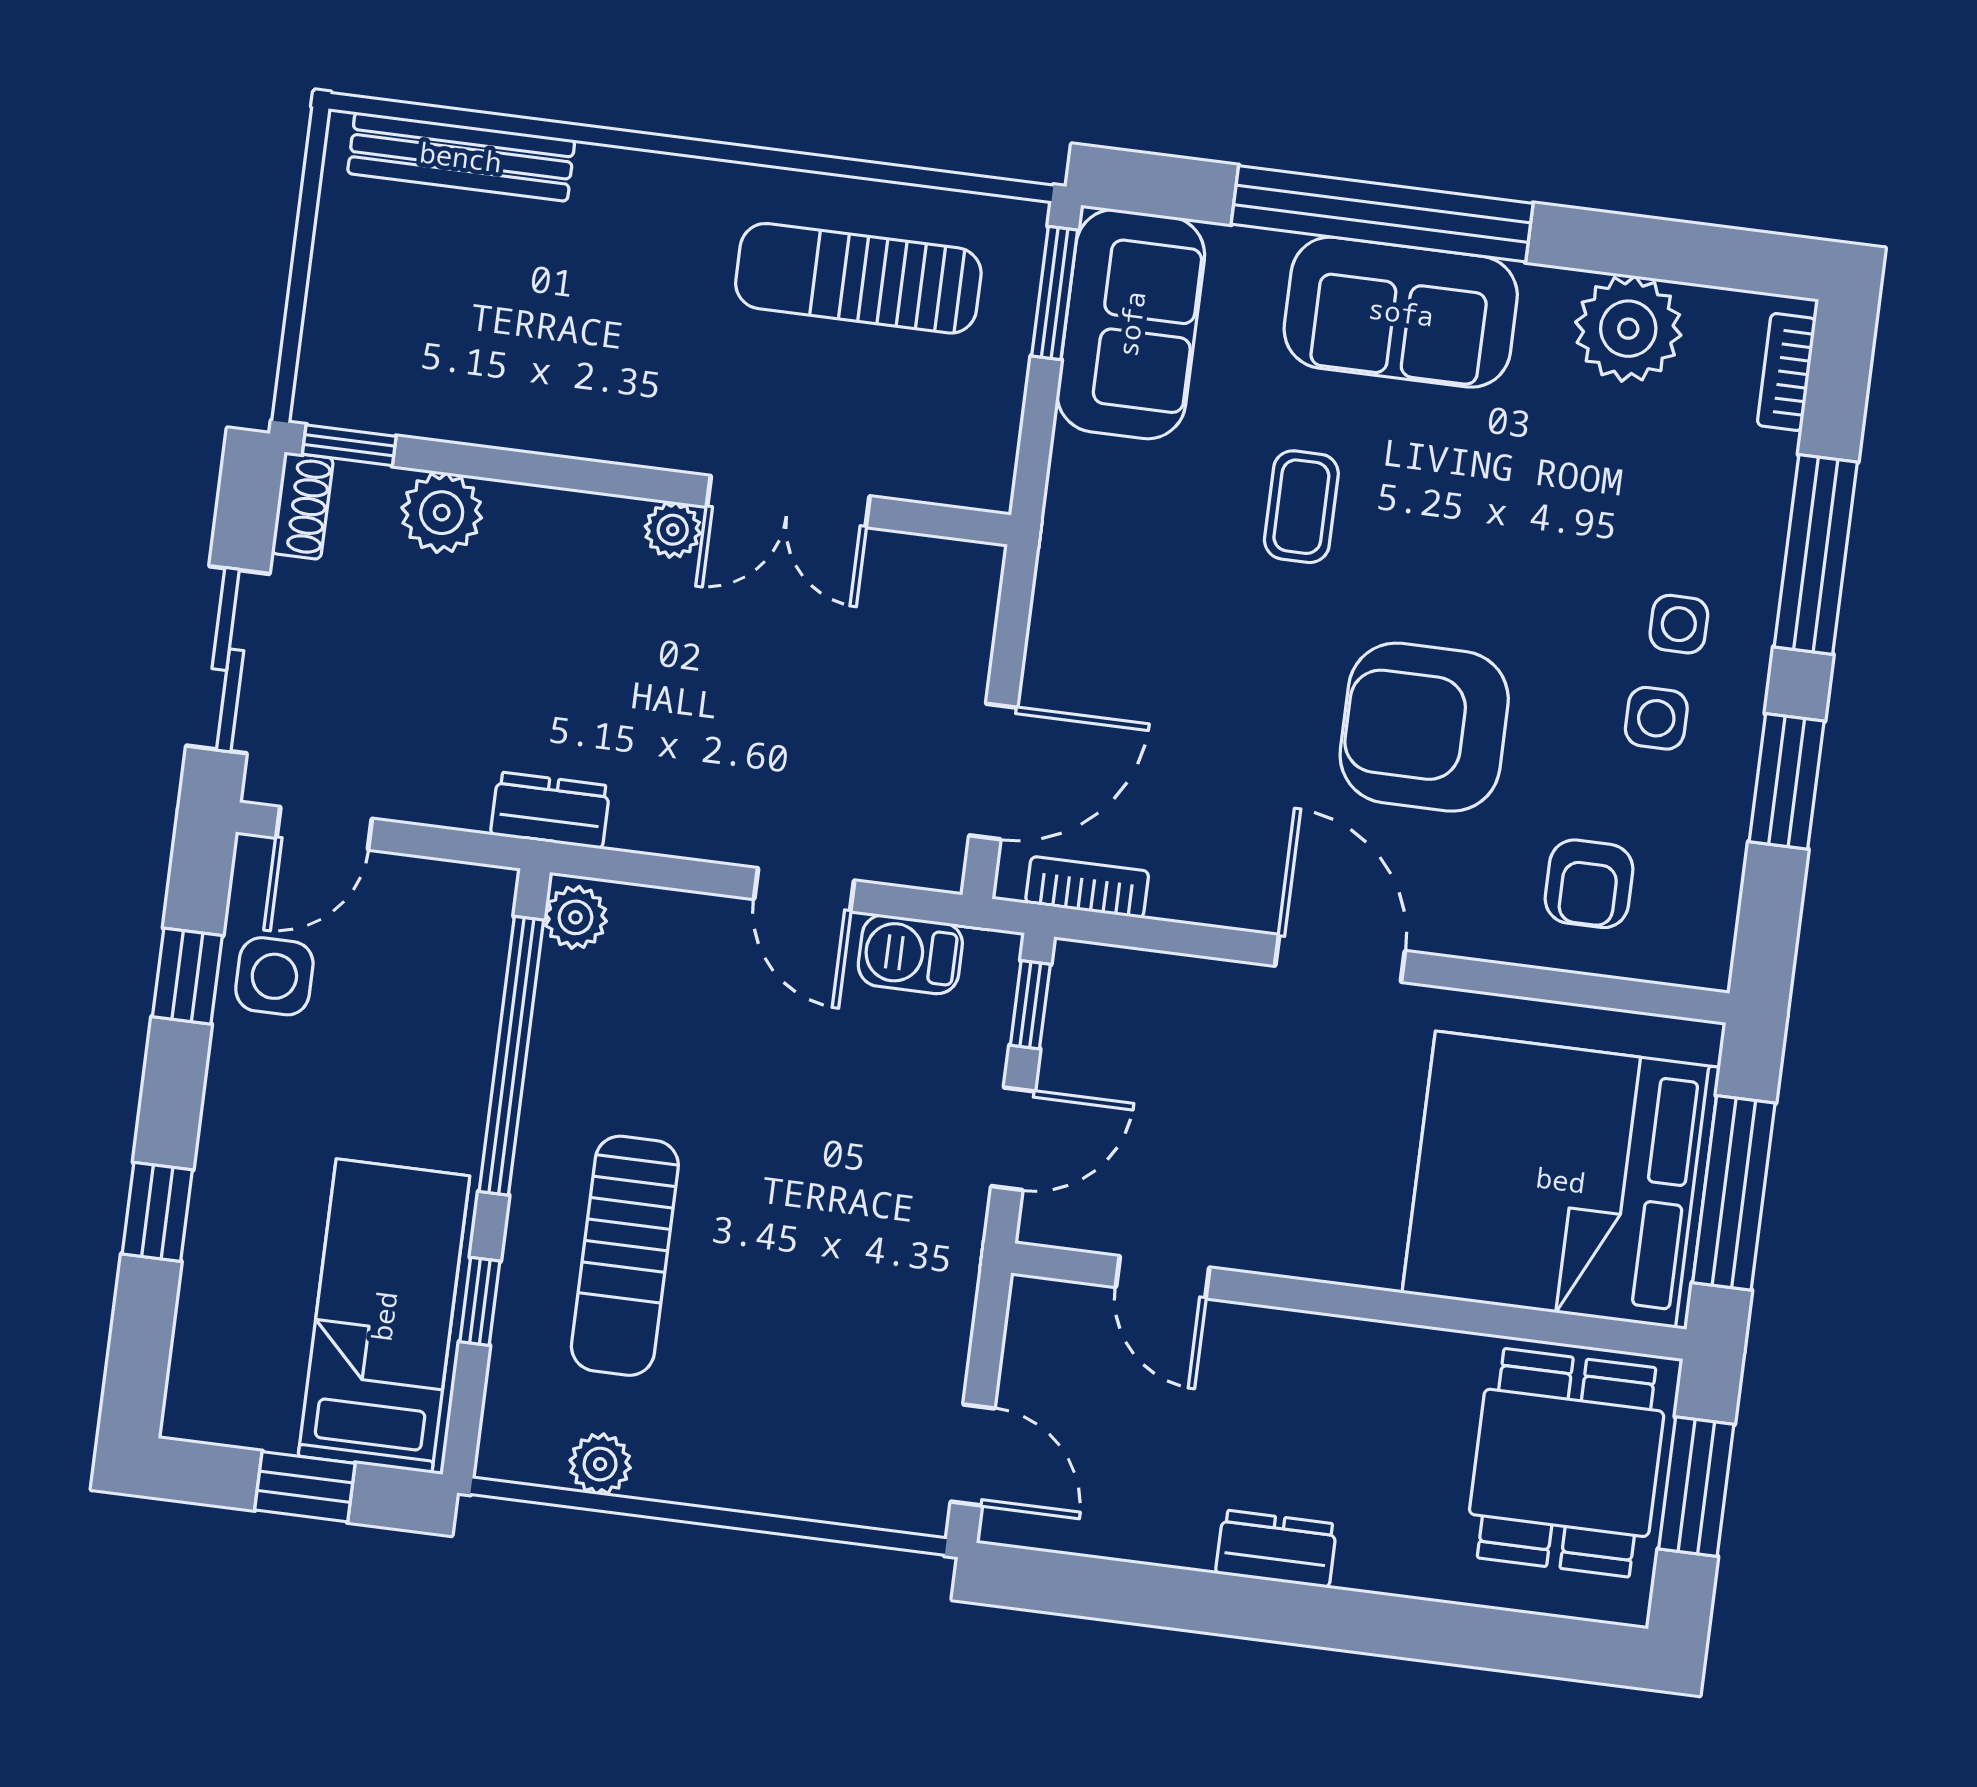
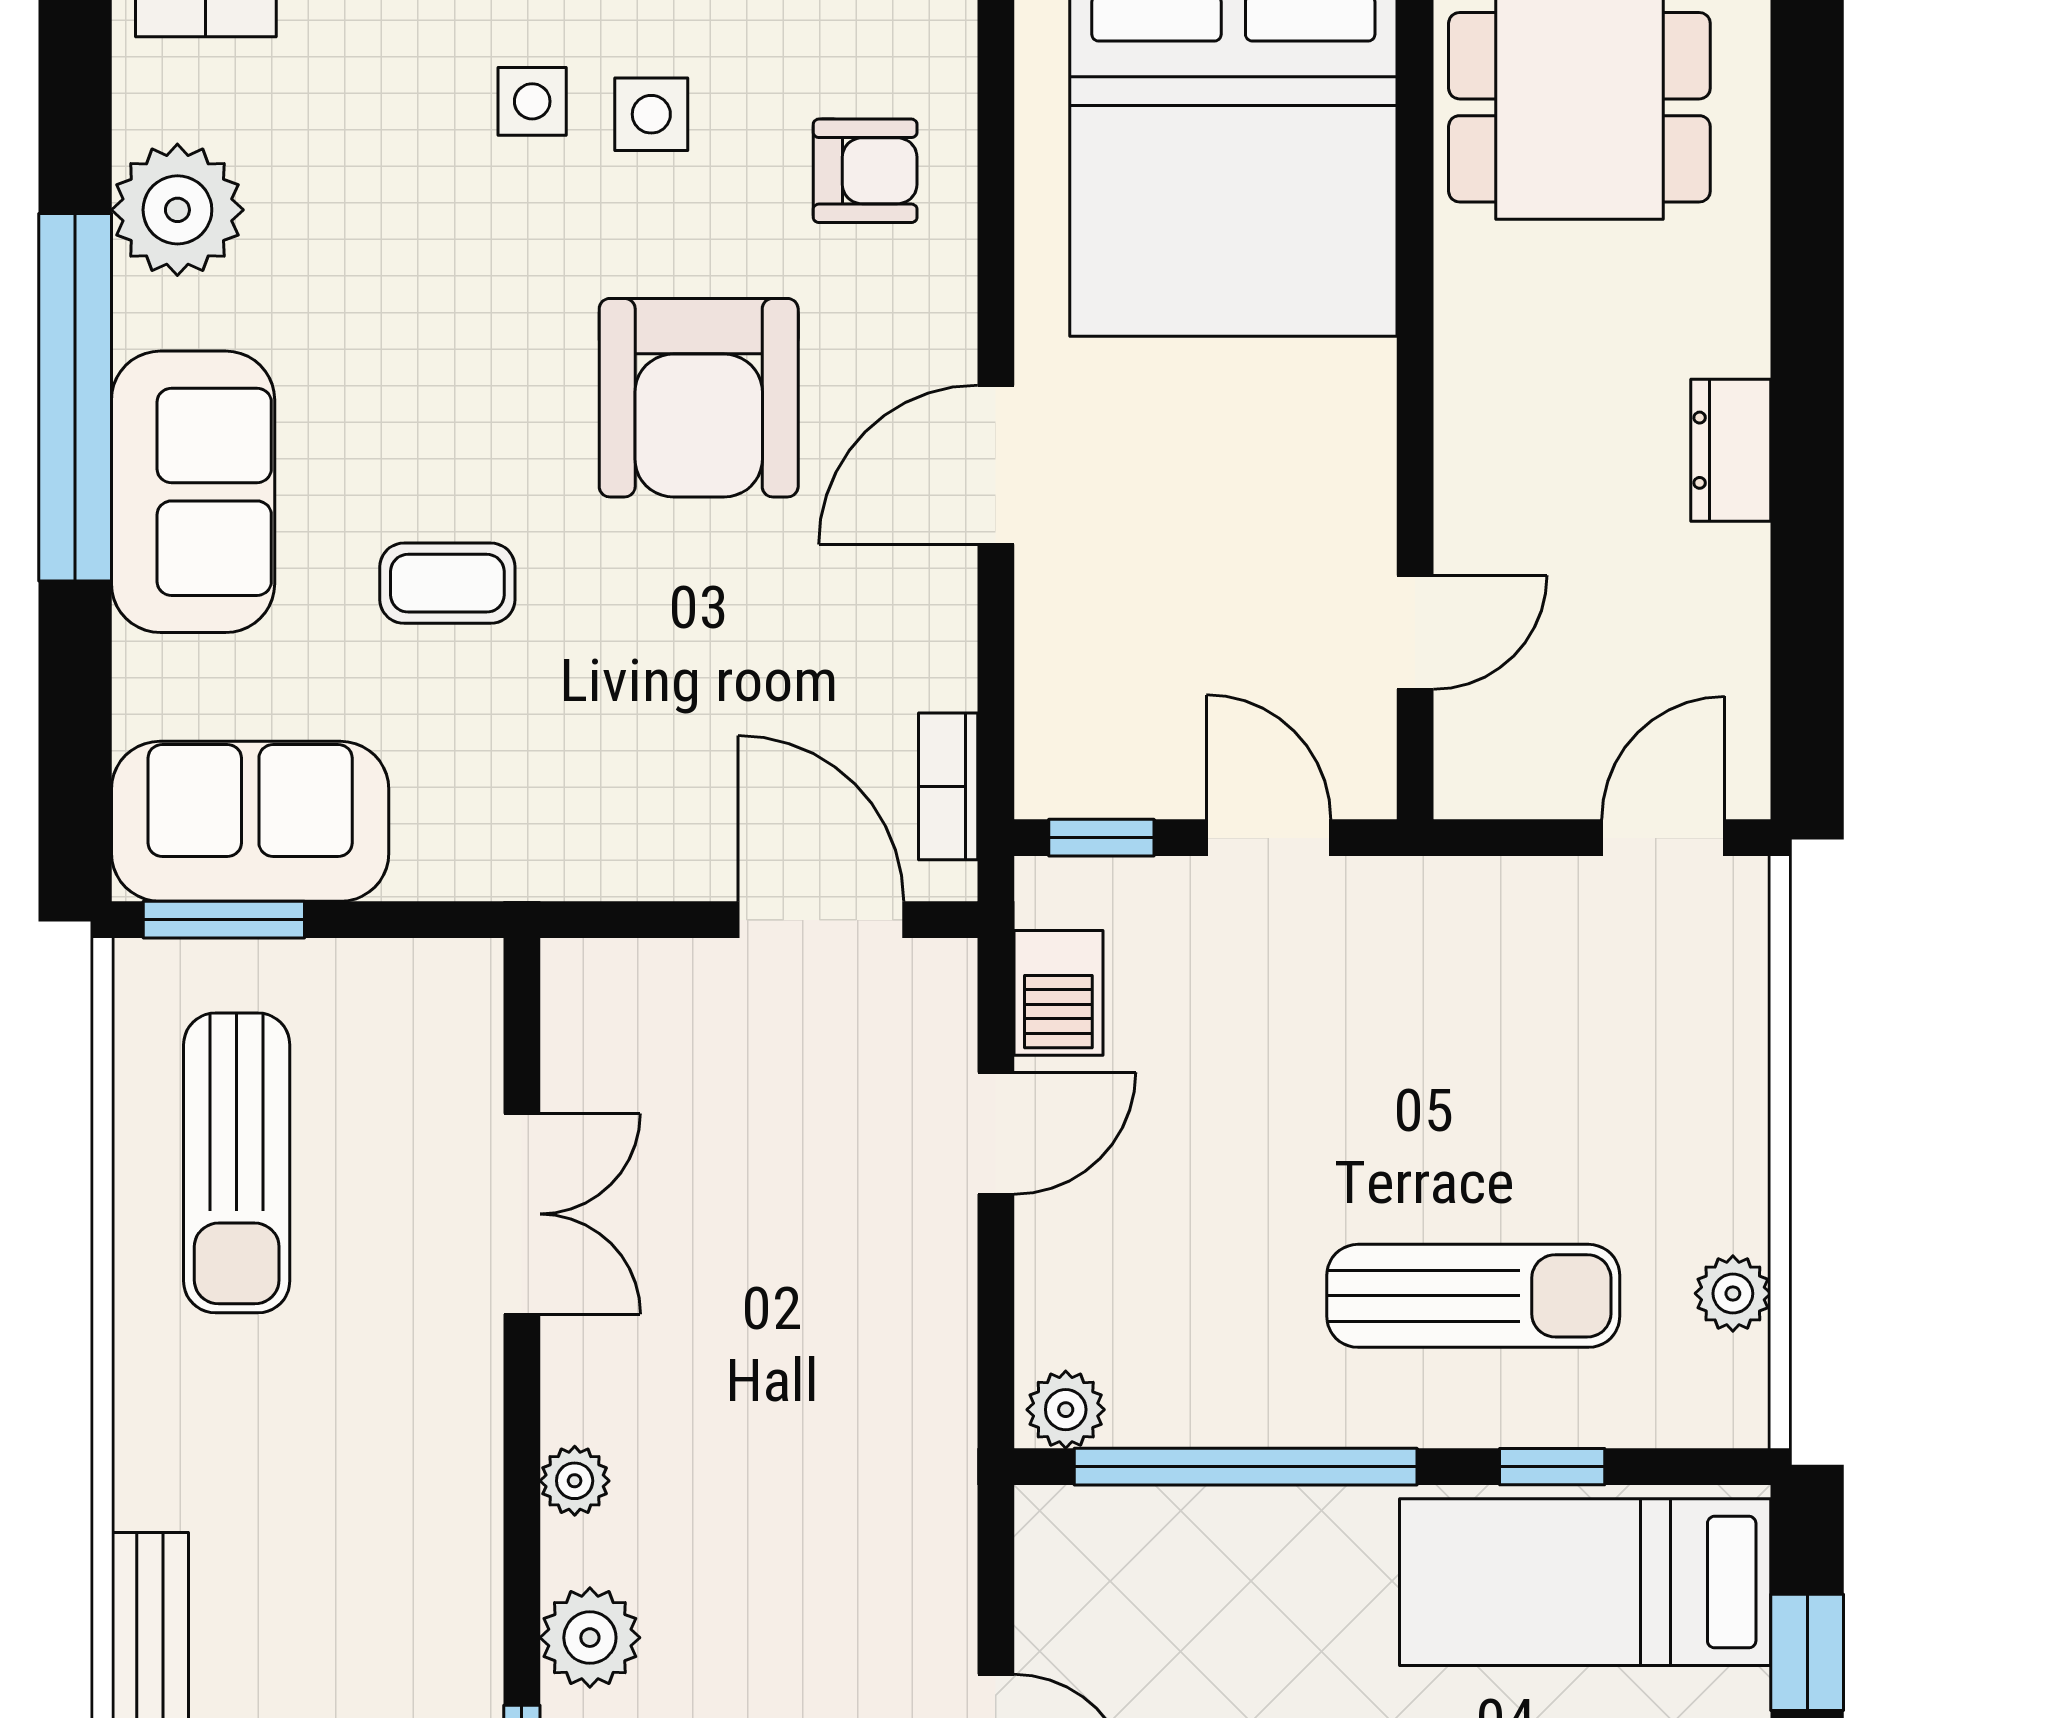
window: (1382, 214) -> (75, 397), moved
plant: (673, 530) -> (575, 1481), moved
dresser: (550, 810) -> (938, 1457), removed

